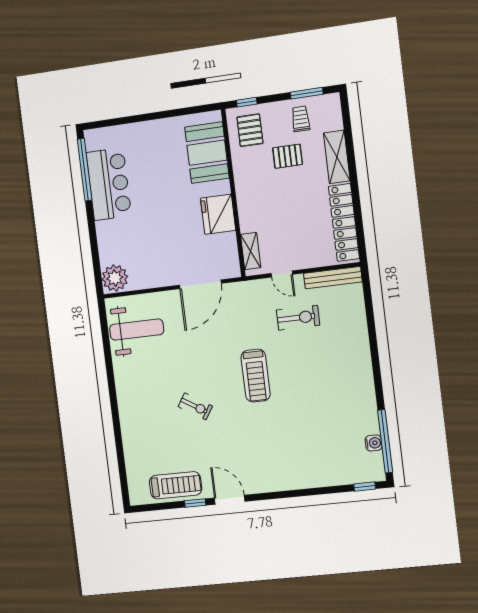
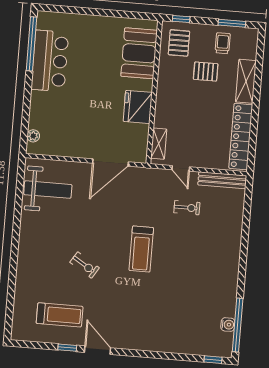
plant: (115, 278) -> (33, 136), width x0.53, depth x0.53
exercise bike: (298, 318) -> (187, 208), width x0.73, depth x0.72
treadmill: (176, 485) -> (60, 315), moved

